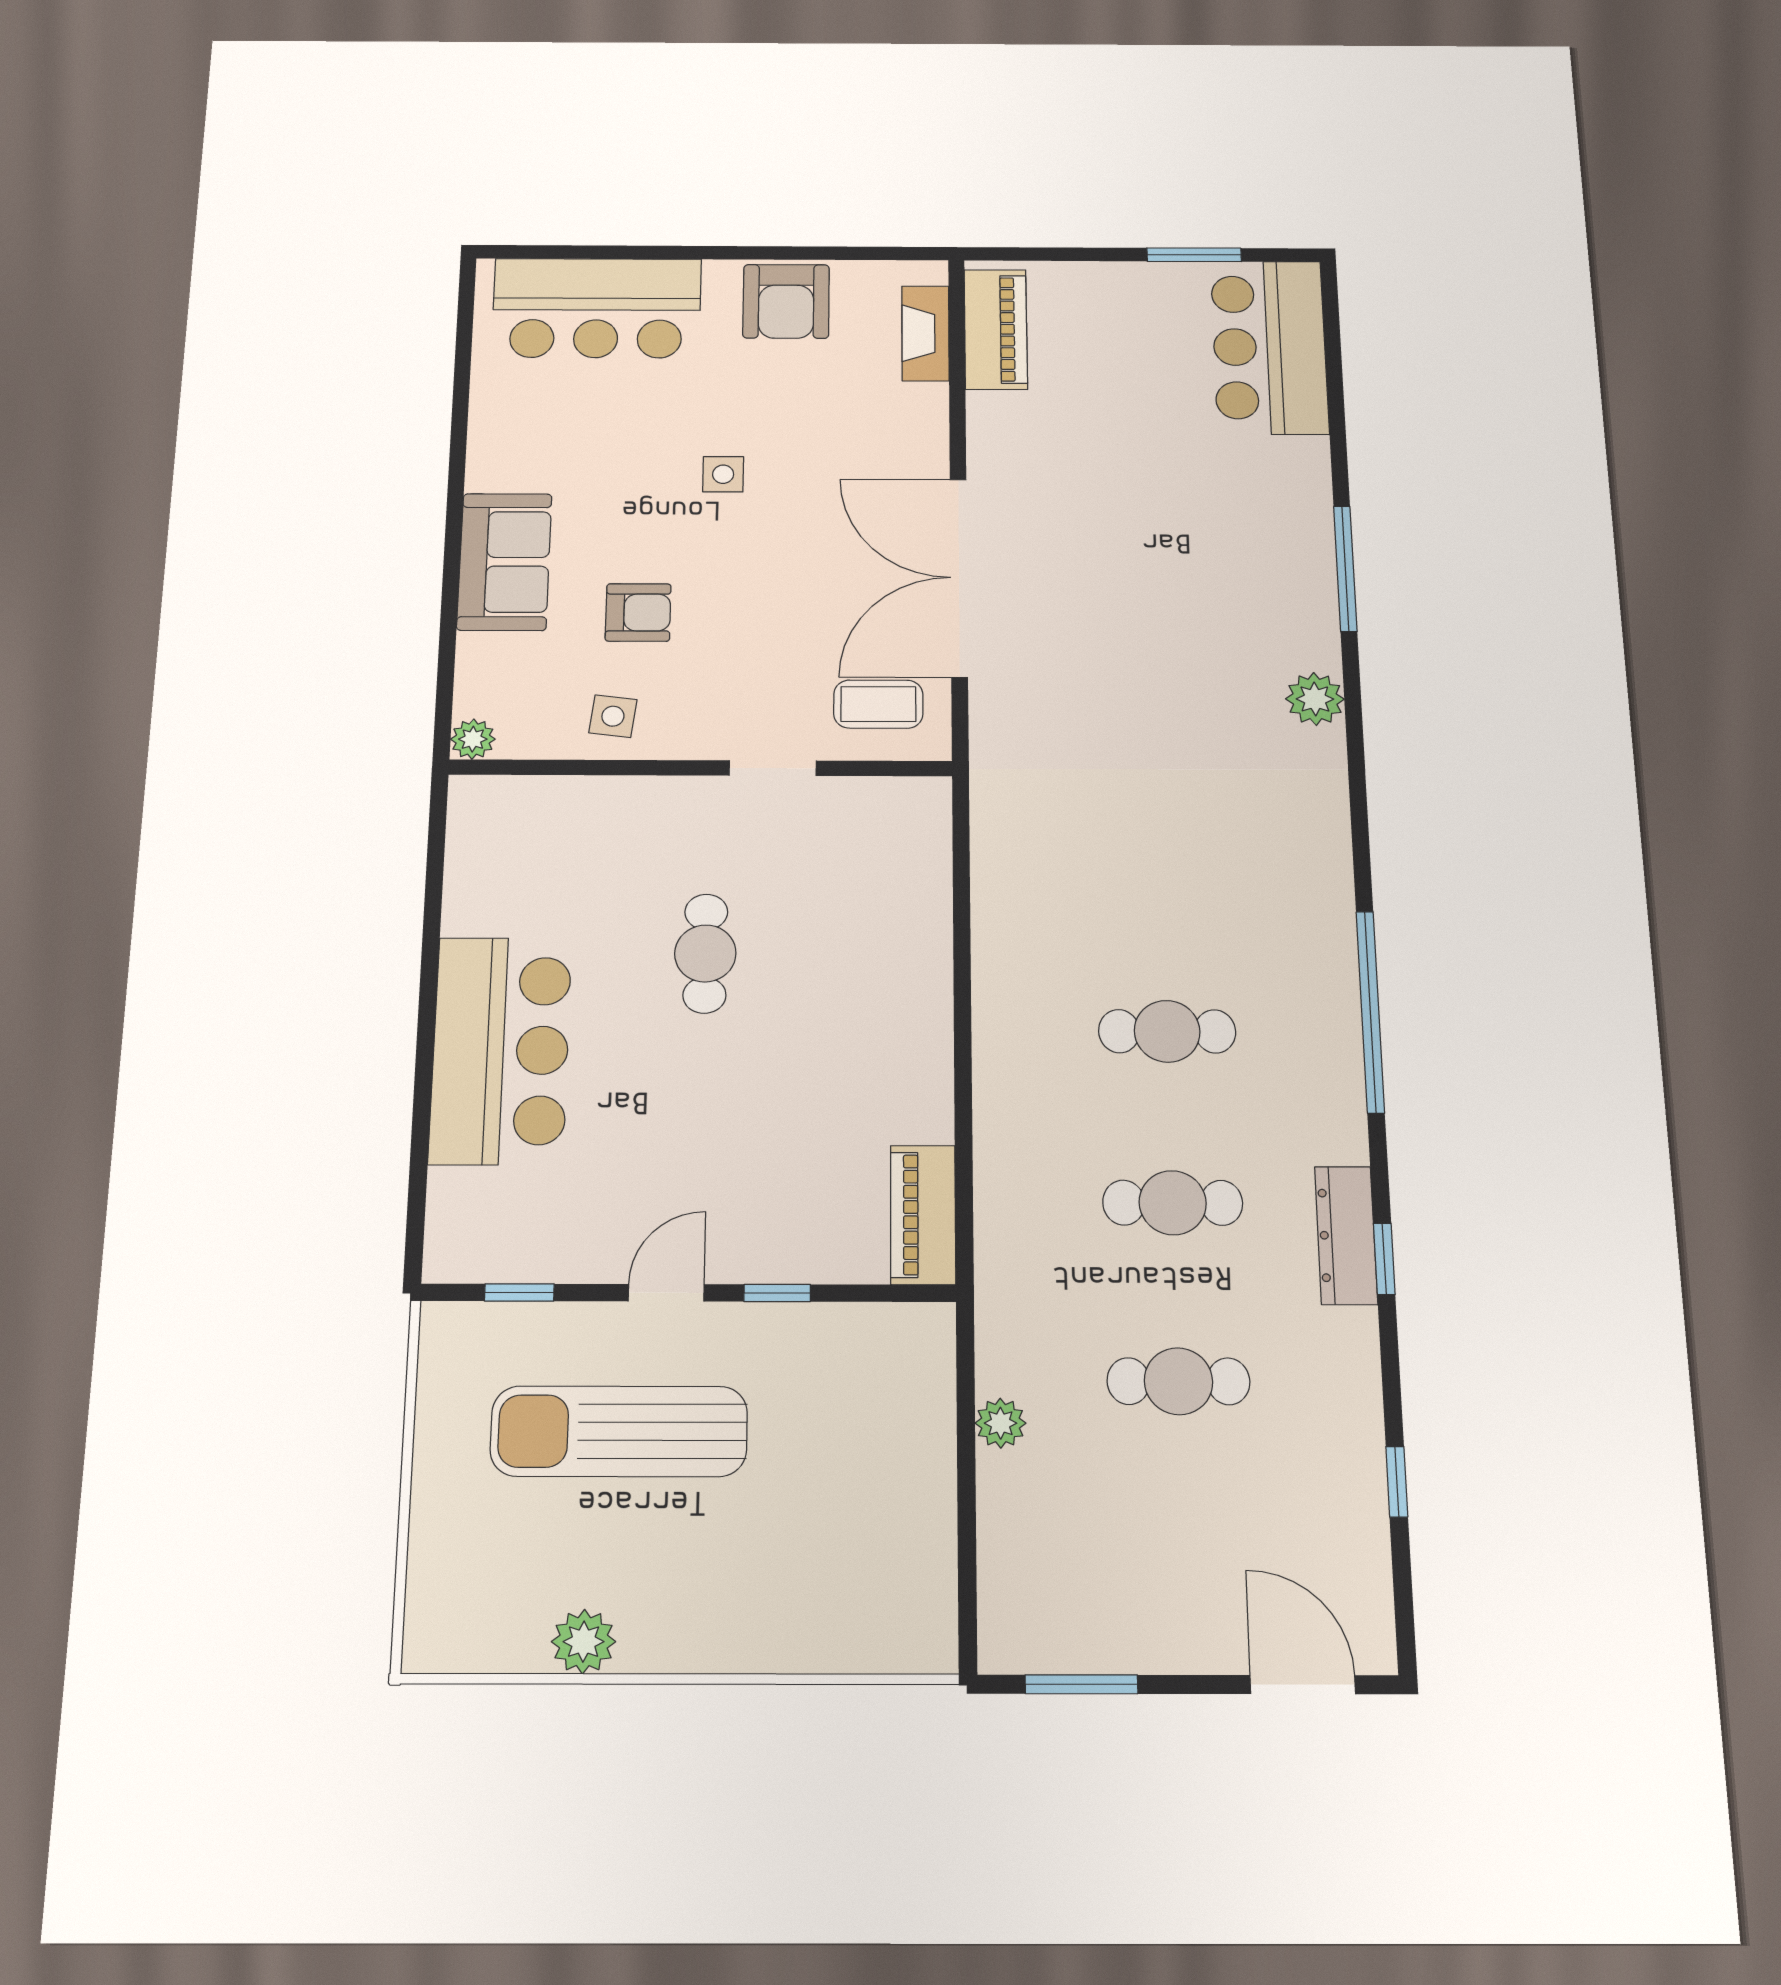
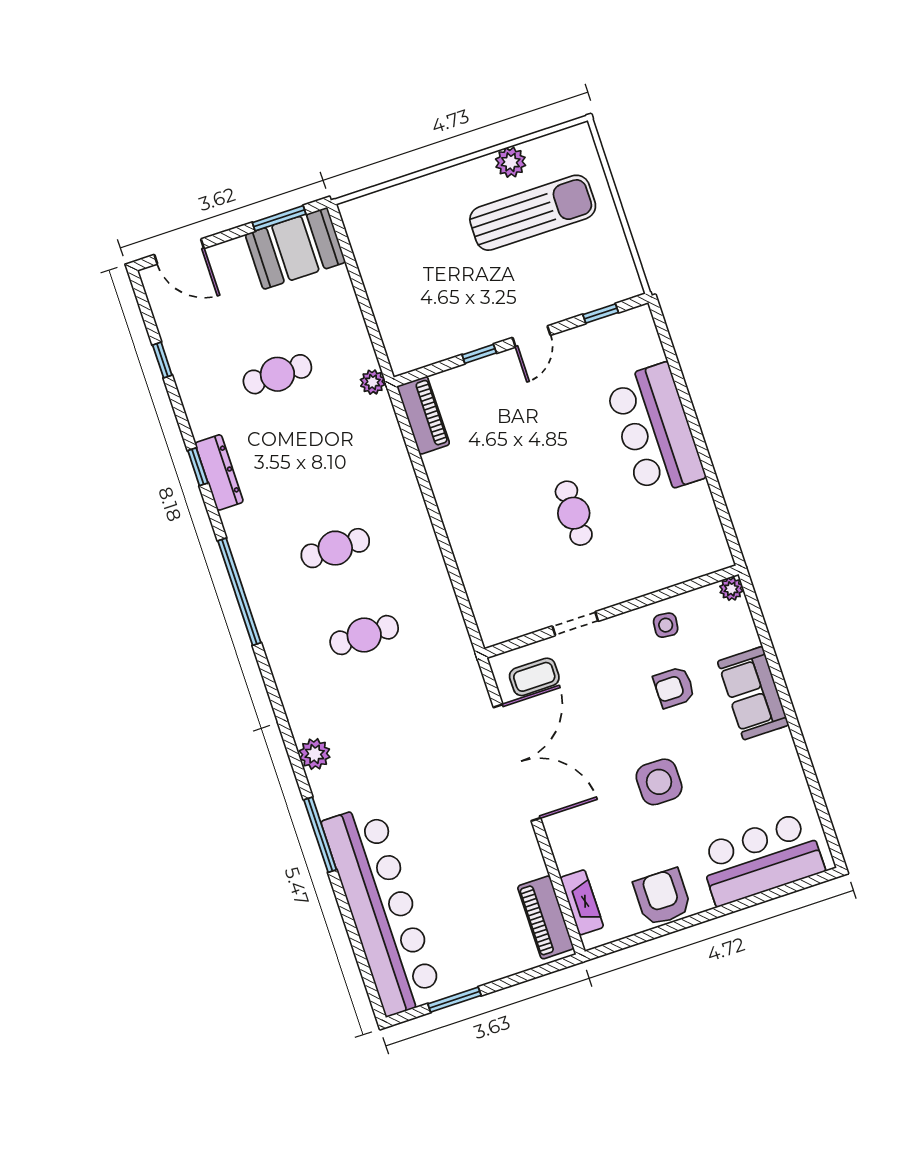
bar counter: (1269, 347) -> (382, 910), width x1.86
side table: (723, 474) -> (659, 782), width x1.87, depth x1.87
cafe table: (1173, 1203) -> (364, 635), moved
plant: (1001, 1423) -> (373, 382), moved
sun lounger: (619, 1431) -> (533, 213), moved
booth: (1068, 1613) -> (295, 248), added

